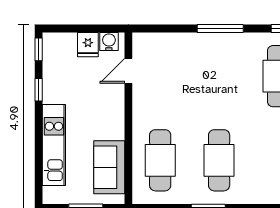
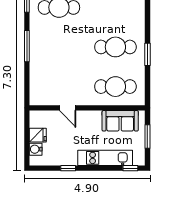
water cooler: (109, 41) -> (36, 149), moved
window: (39, 49) -> (130, 168), moved
door: (128, 71) -> (68, 108), moved

